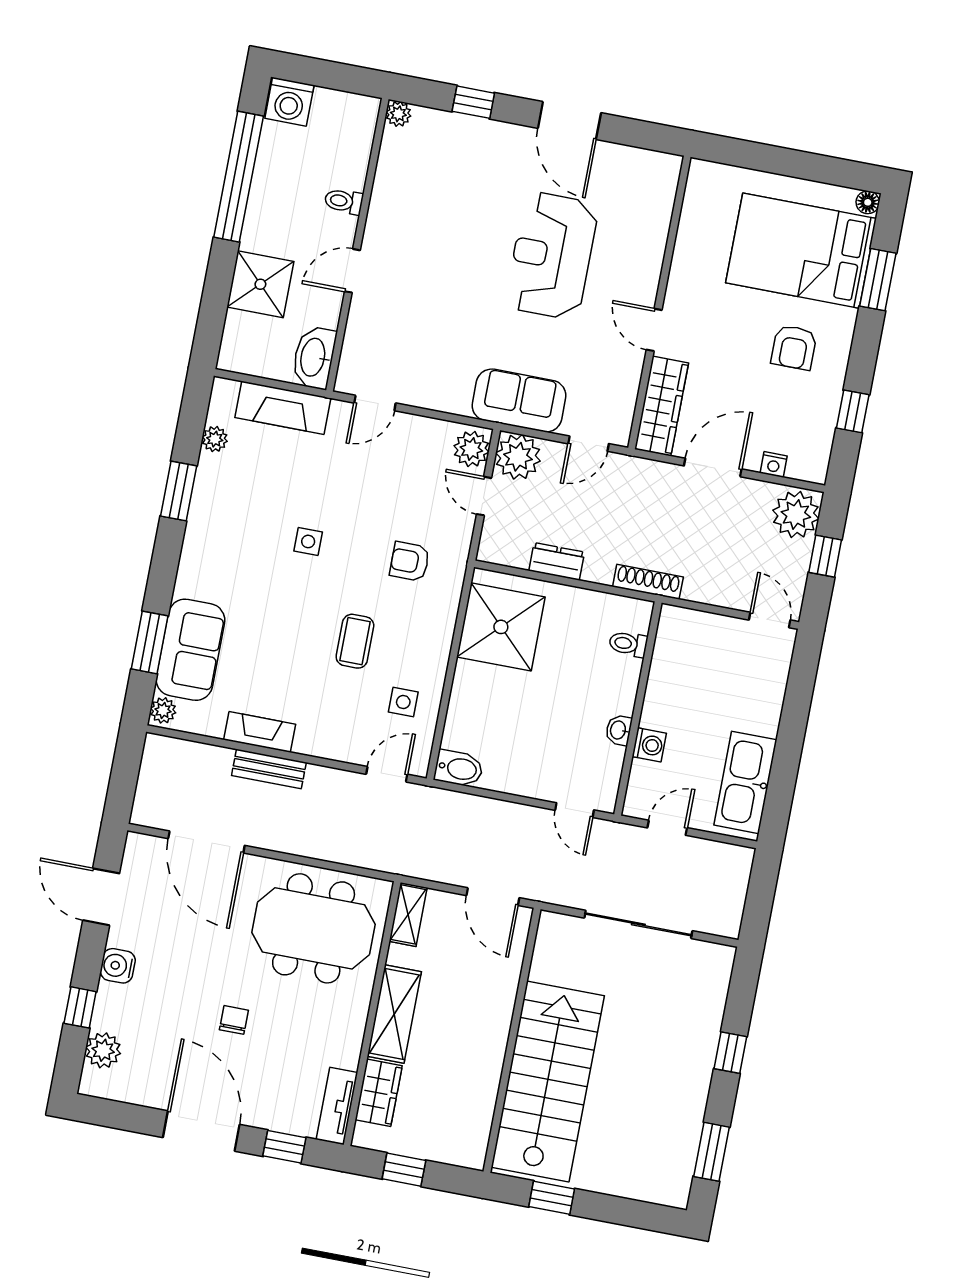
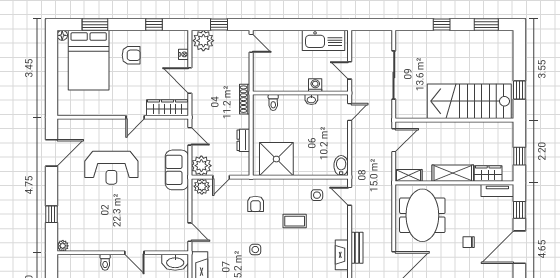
door: (569, 121) -> (51, 153), moved
door: (770, 620) -> (251, 43), swing flipped

